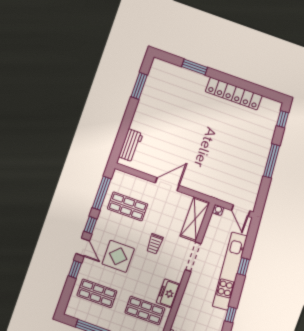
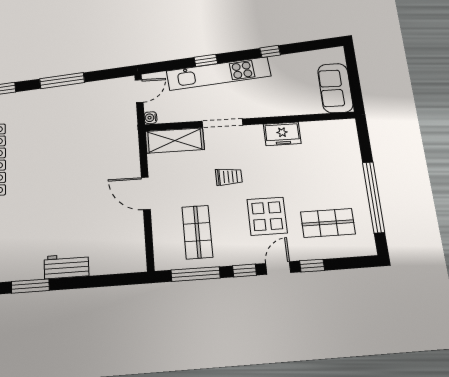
workbench: (131, 145) -> (66, 266), moved
shop shelf: (97, 293) -> (328, 223), turned 90
shop shelf: (145, 311) -> (318, 153), removed

